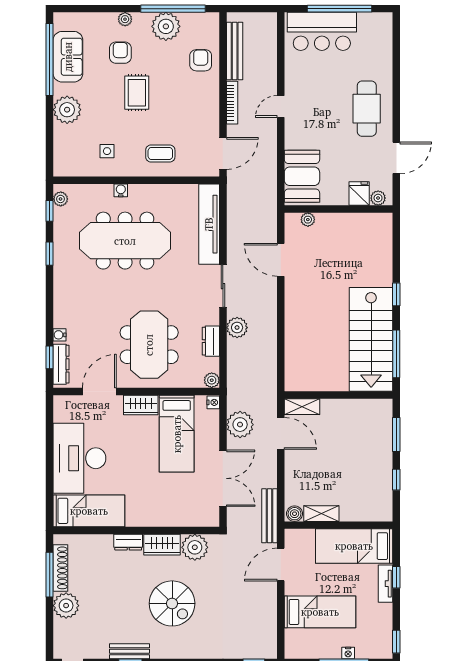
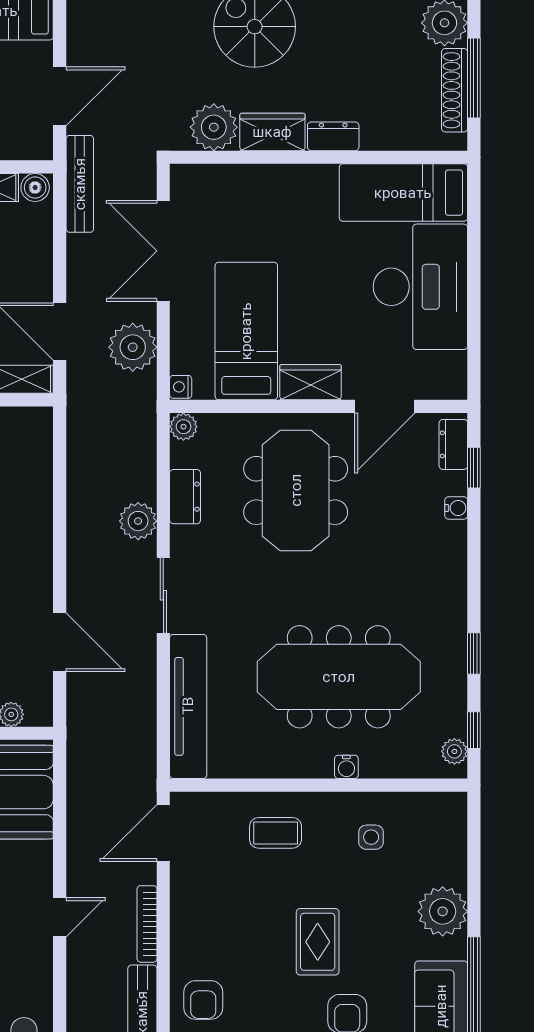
dresser: (61, 364) -> (453, 444), width x0.70

